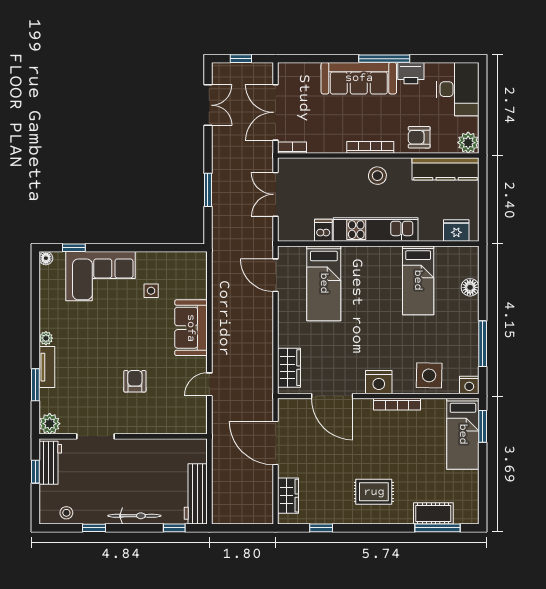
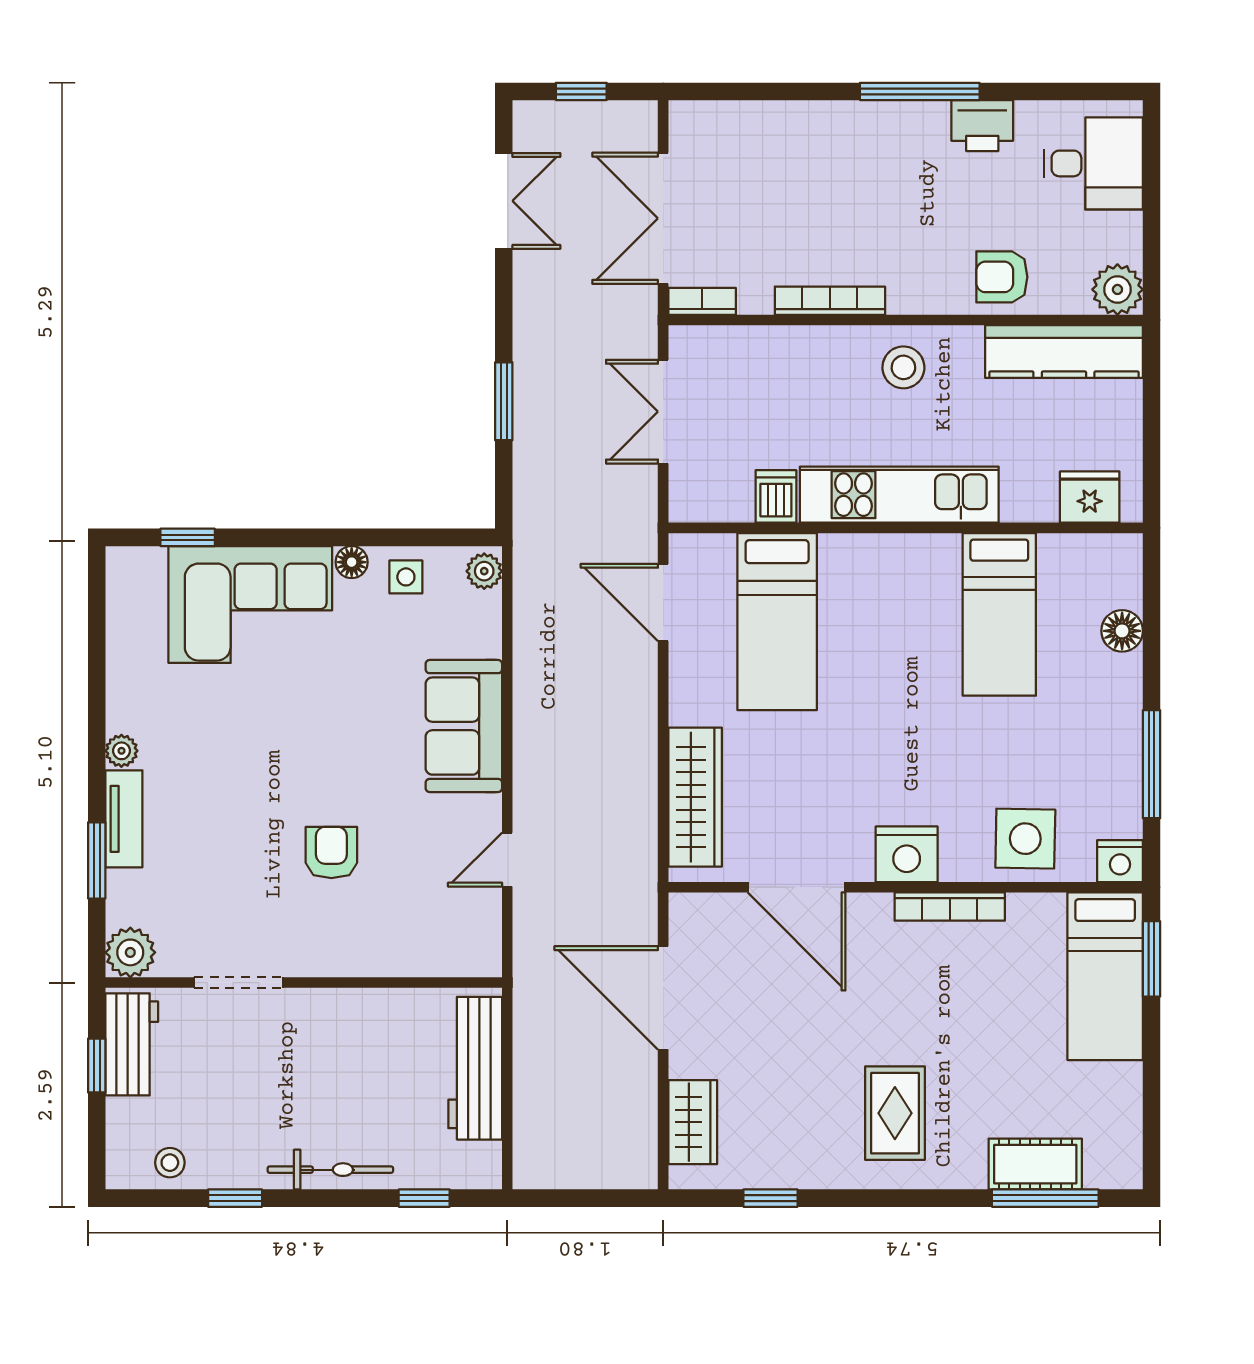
sofa: (359, 78) -> (859, 138), removed
desk: (458, 89) -> (1093, 163), width x0.73
bookcase: (370, 147) -> (830, 301), moved
floor lamp: (46, 258) -> (352, 562), moved
plant: (200, 262) -> (484, 571), added
side table: (151, 291) -> (406, 577), moved
wardrobe: (289, 368) -> (695, 797), width x1.50
rug: (374, 492) -> (895, 1113), turned 90
workbench: (196, 494) -> (475, 1068), moved

